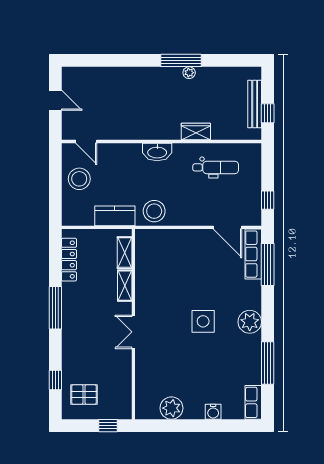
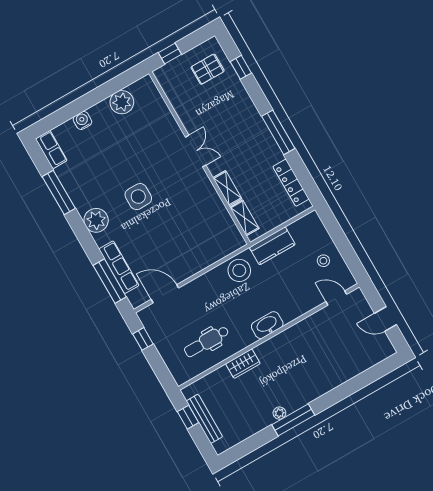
stool: (79, 179) -> (323, 261), width x0.53, depth x0.53
row of seats: (253, 254) -> (119, 267), moved

